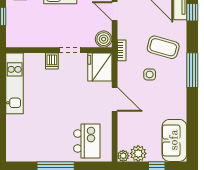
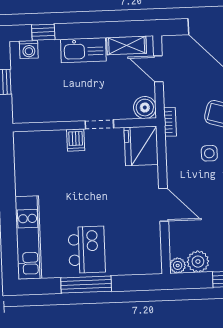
kitchen unit: (15, 83) -> (28, 238), moved
door: (115, 99) -> (164, 205), moved
kitchen island: (87, 141) -> (87, 250), moved

